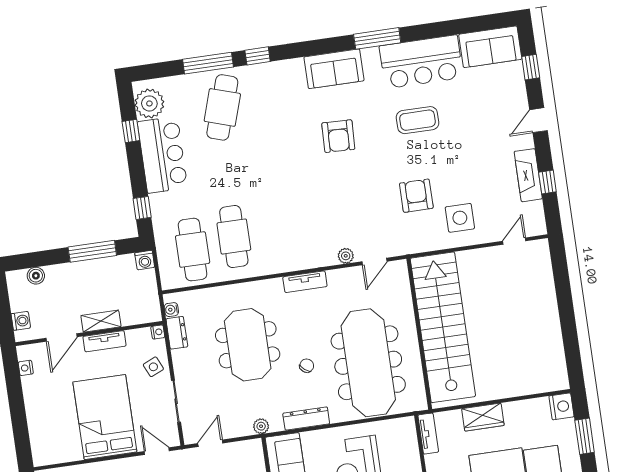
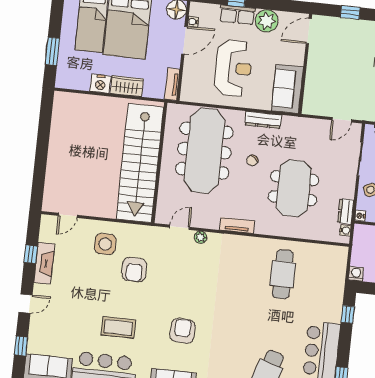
cafe table: (193, 250) -> (317, 272), removed
nightstand: (561, 406) -> (100, 84), moved, turned -90
plant: (261, 426) -> (299, 123), removed

